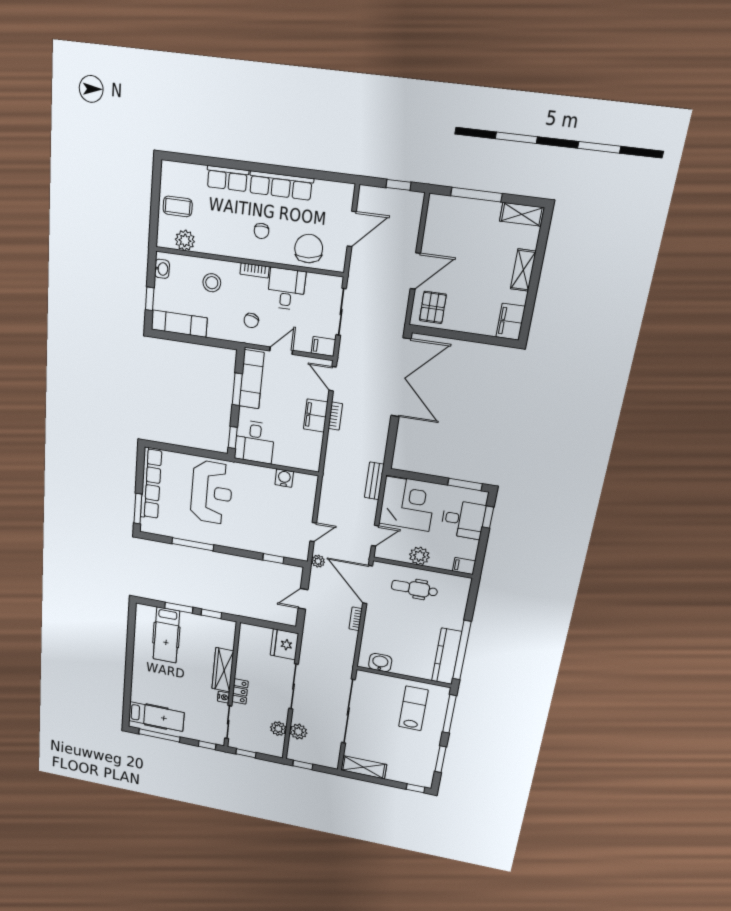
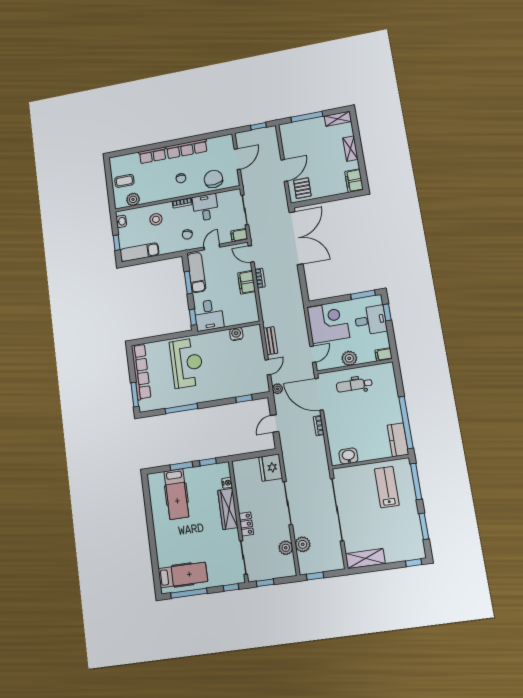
bench: (374, 481) -> (270, 341), moved
kitchen counter: (447, 656) -> (398, 440), width x0.67
nightstand: (223, 697) -> (227, 483), moved

